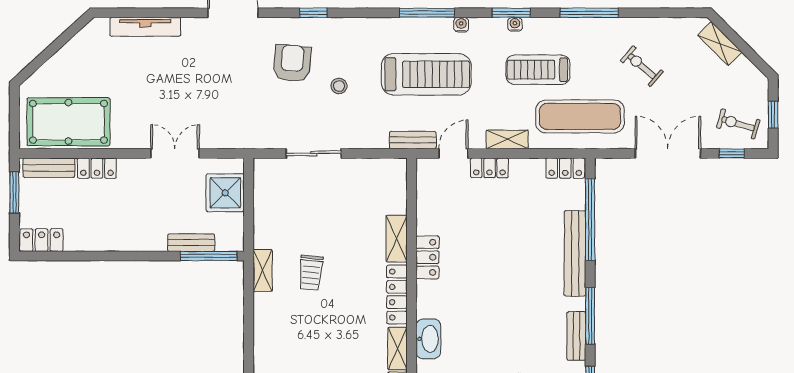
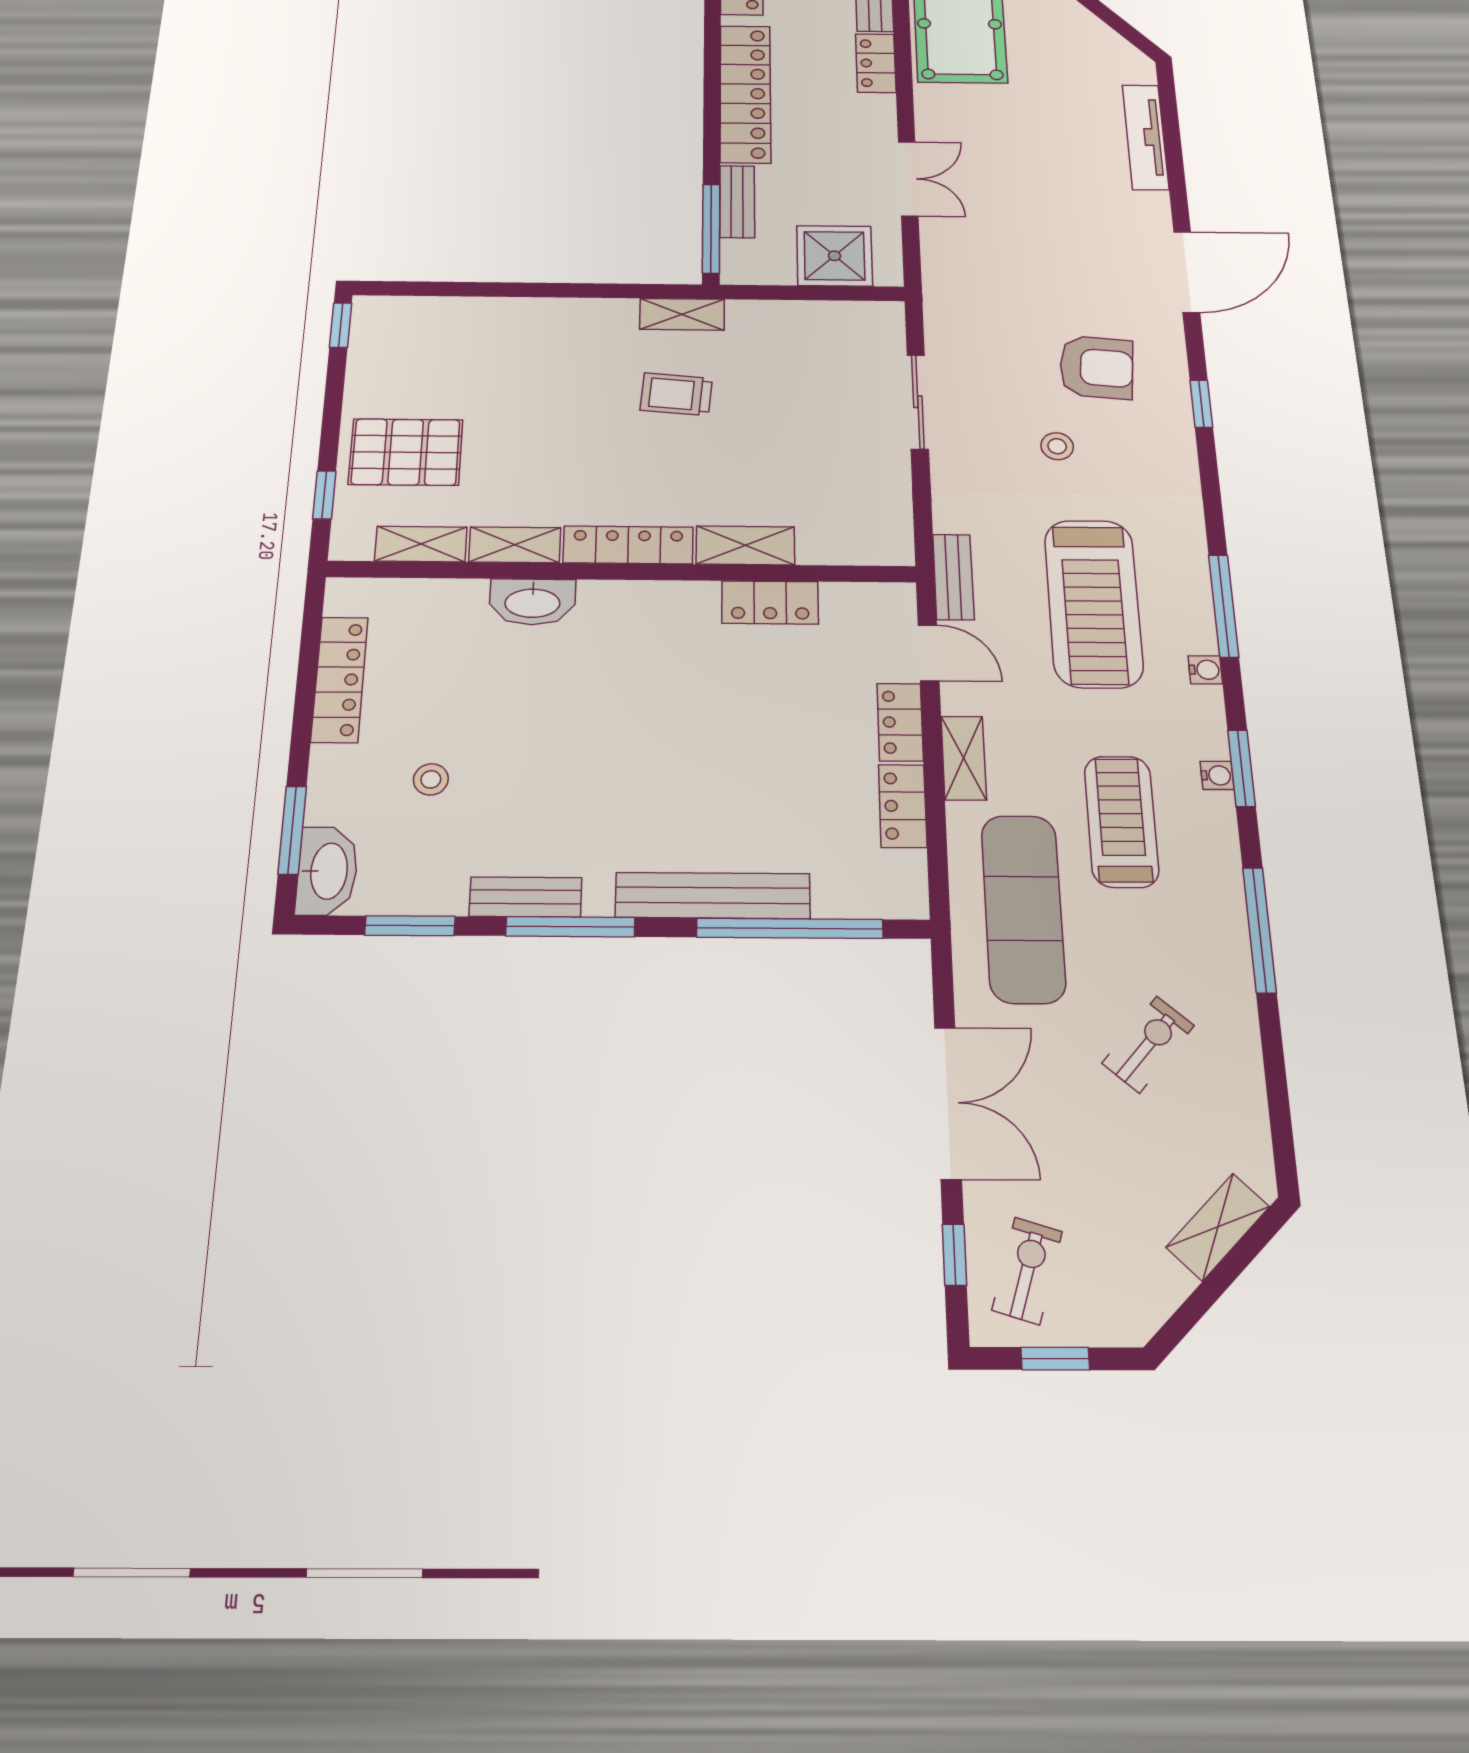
locker: (565, 168) -> (903, 806), moved
locker: (119, 238) -> (745, 94), added
locker: (427, 257) -> (770, 602), moved

